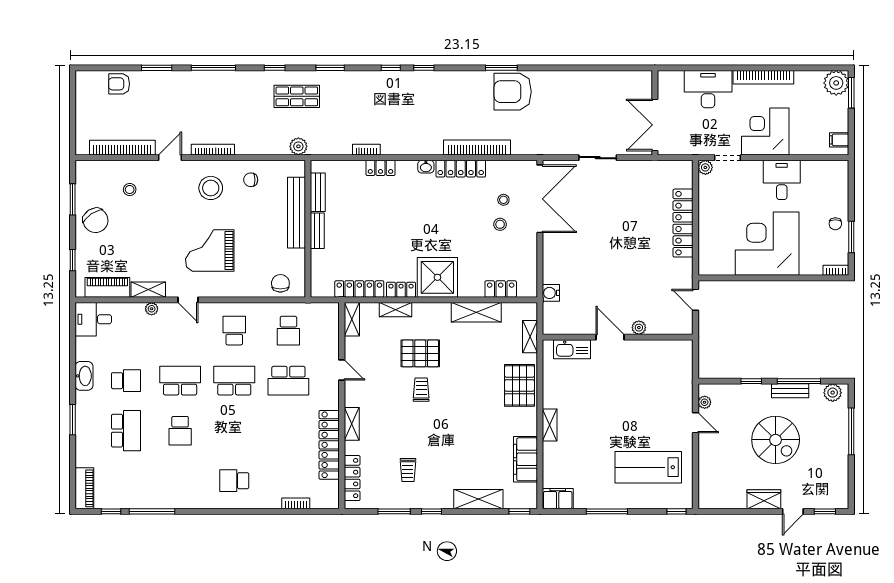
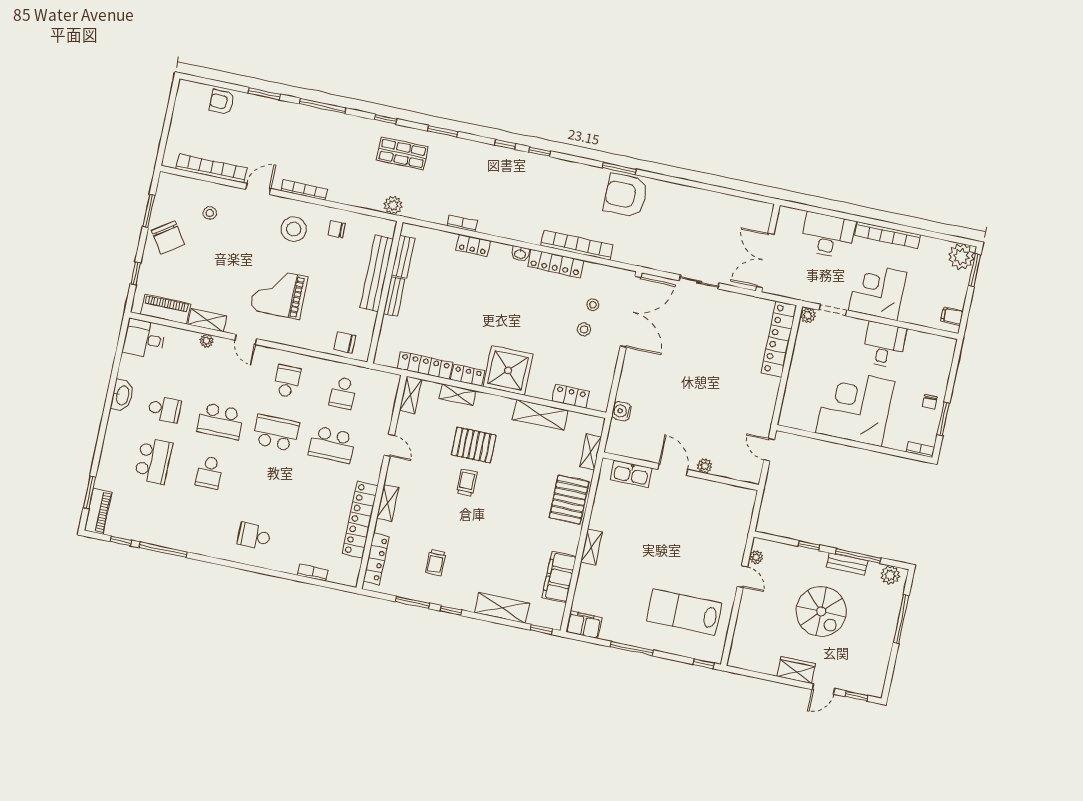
locker: (683, 223) -> (779, 339), moved
chair: (280, 283) -> (345, 342), turned -90
school desk: (180, 381) -> (220, 421), turned 180
window: (73, 420) -> (89, 492), moved

